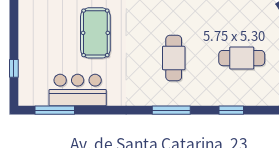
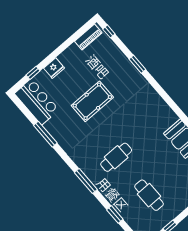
fridge: (27, 43) -> (54, 68), added
bar counter: (78, 90) -> (37, 102), moved
window: (55, 110) -> (45, 134), moved

